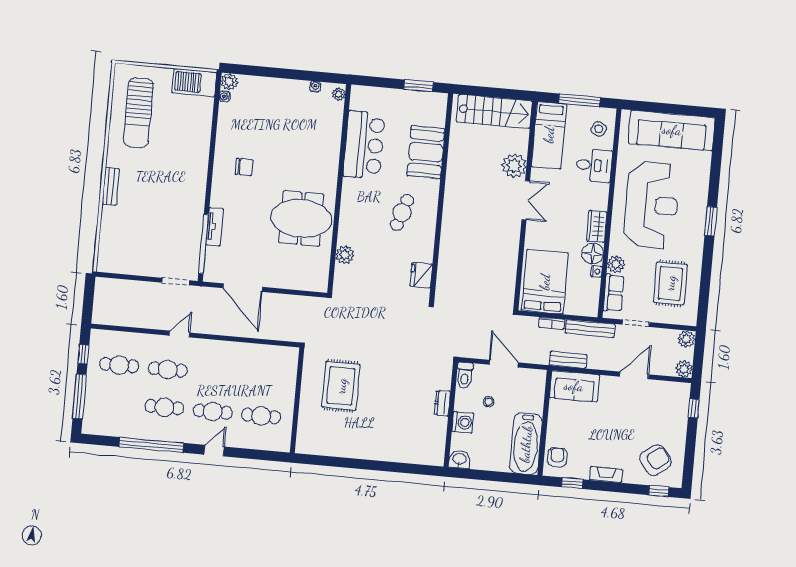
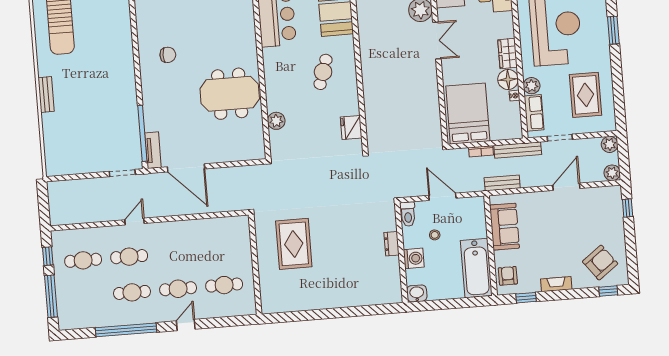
tv unit: (215, 227) -> (153, 150), moved
sofa: (574, 386) -> (504, 227), moved, turned -90

